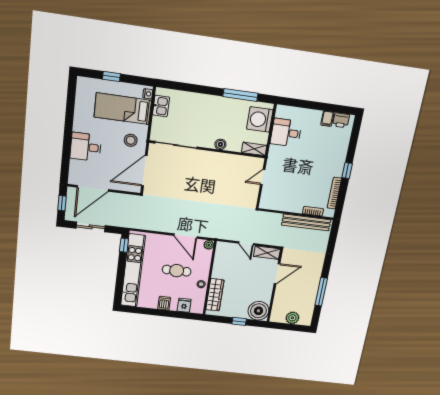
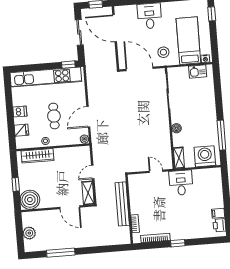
window: (111, 77) -> (212, 14), moved
desk: (286, 133) -> (181, 183), moved
bench: (306, 222) -> (122, 204), moved

